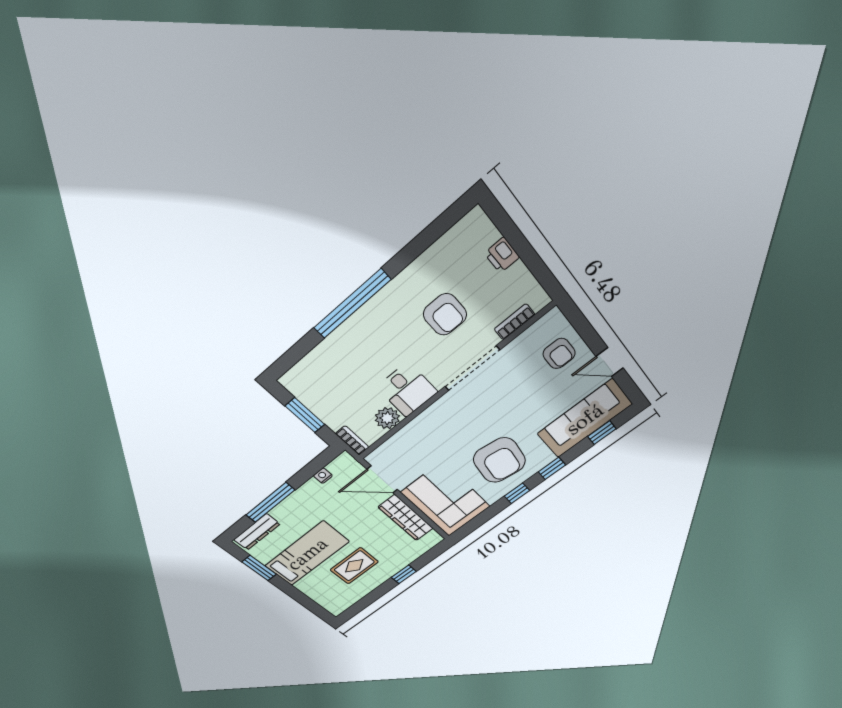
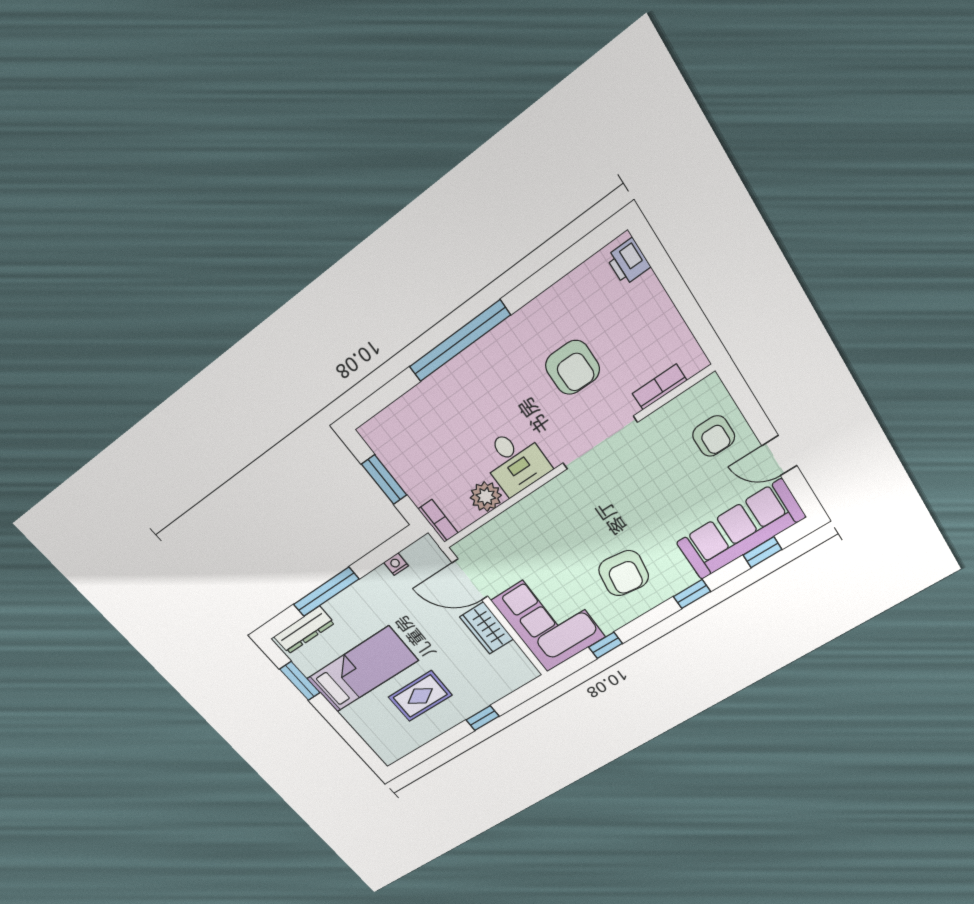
printer: (502, 255) -> (628, 262), moved
armchair: (499, 460) -> (624, 573), width x0.73, depth x0.73
window: (517, 493) -> (605, 645), moved
wardrobe: (406, 518) -> (487, 628), width x0.67

